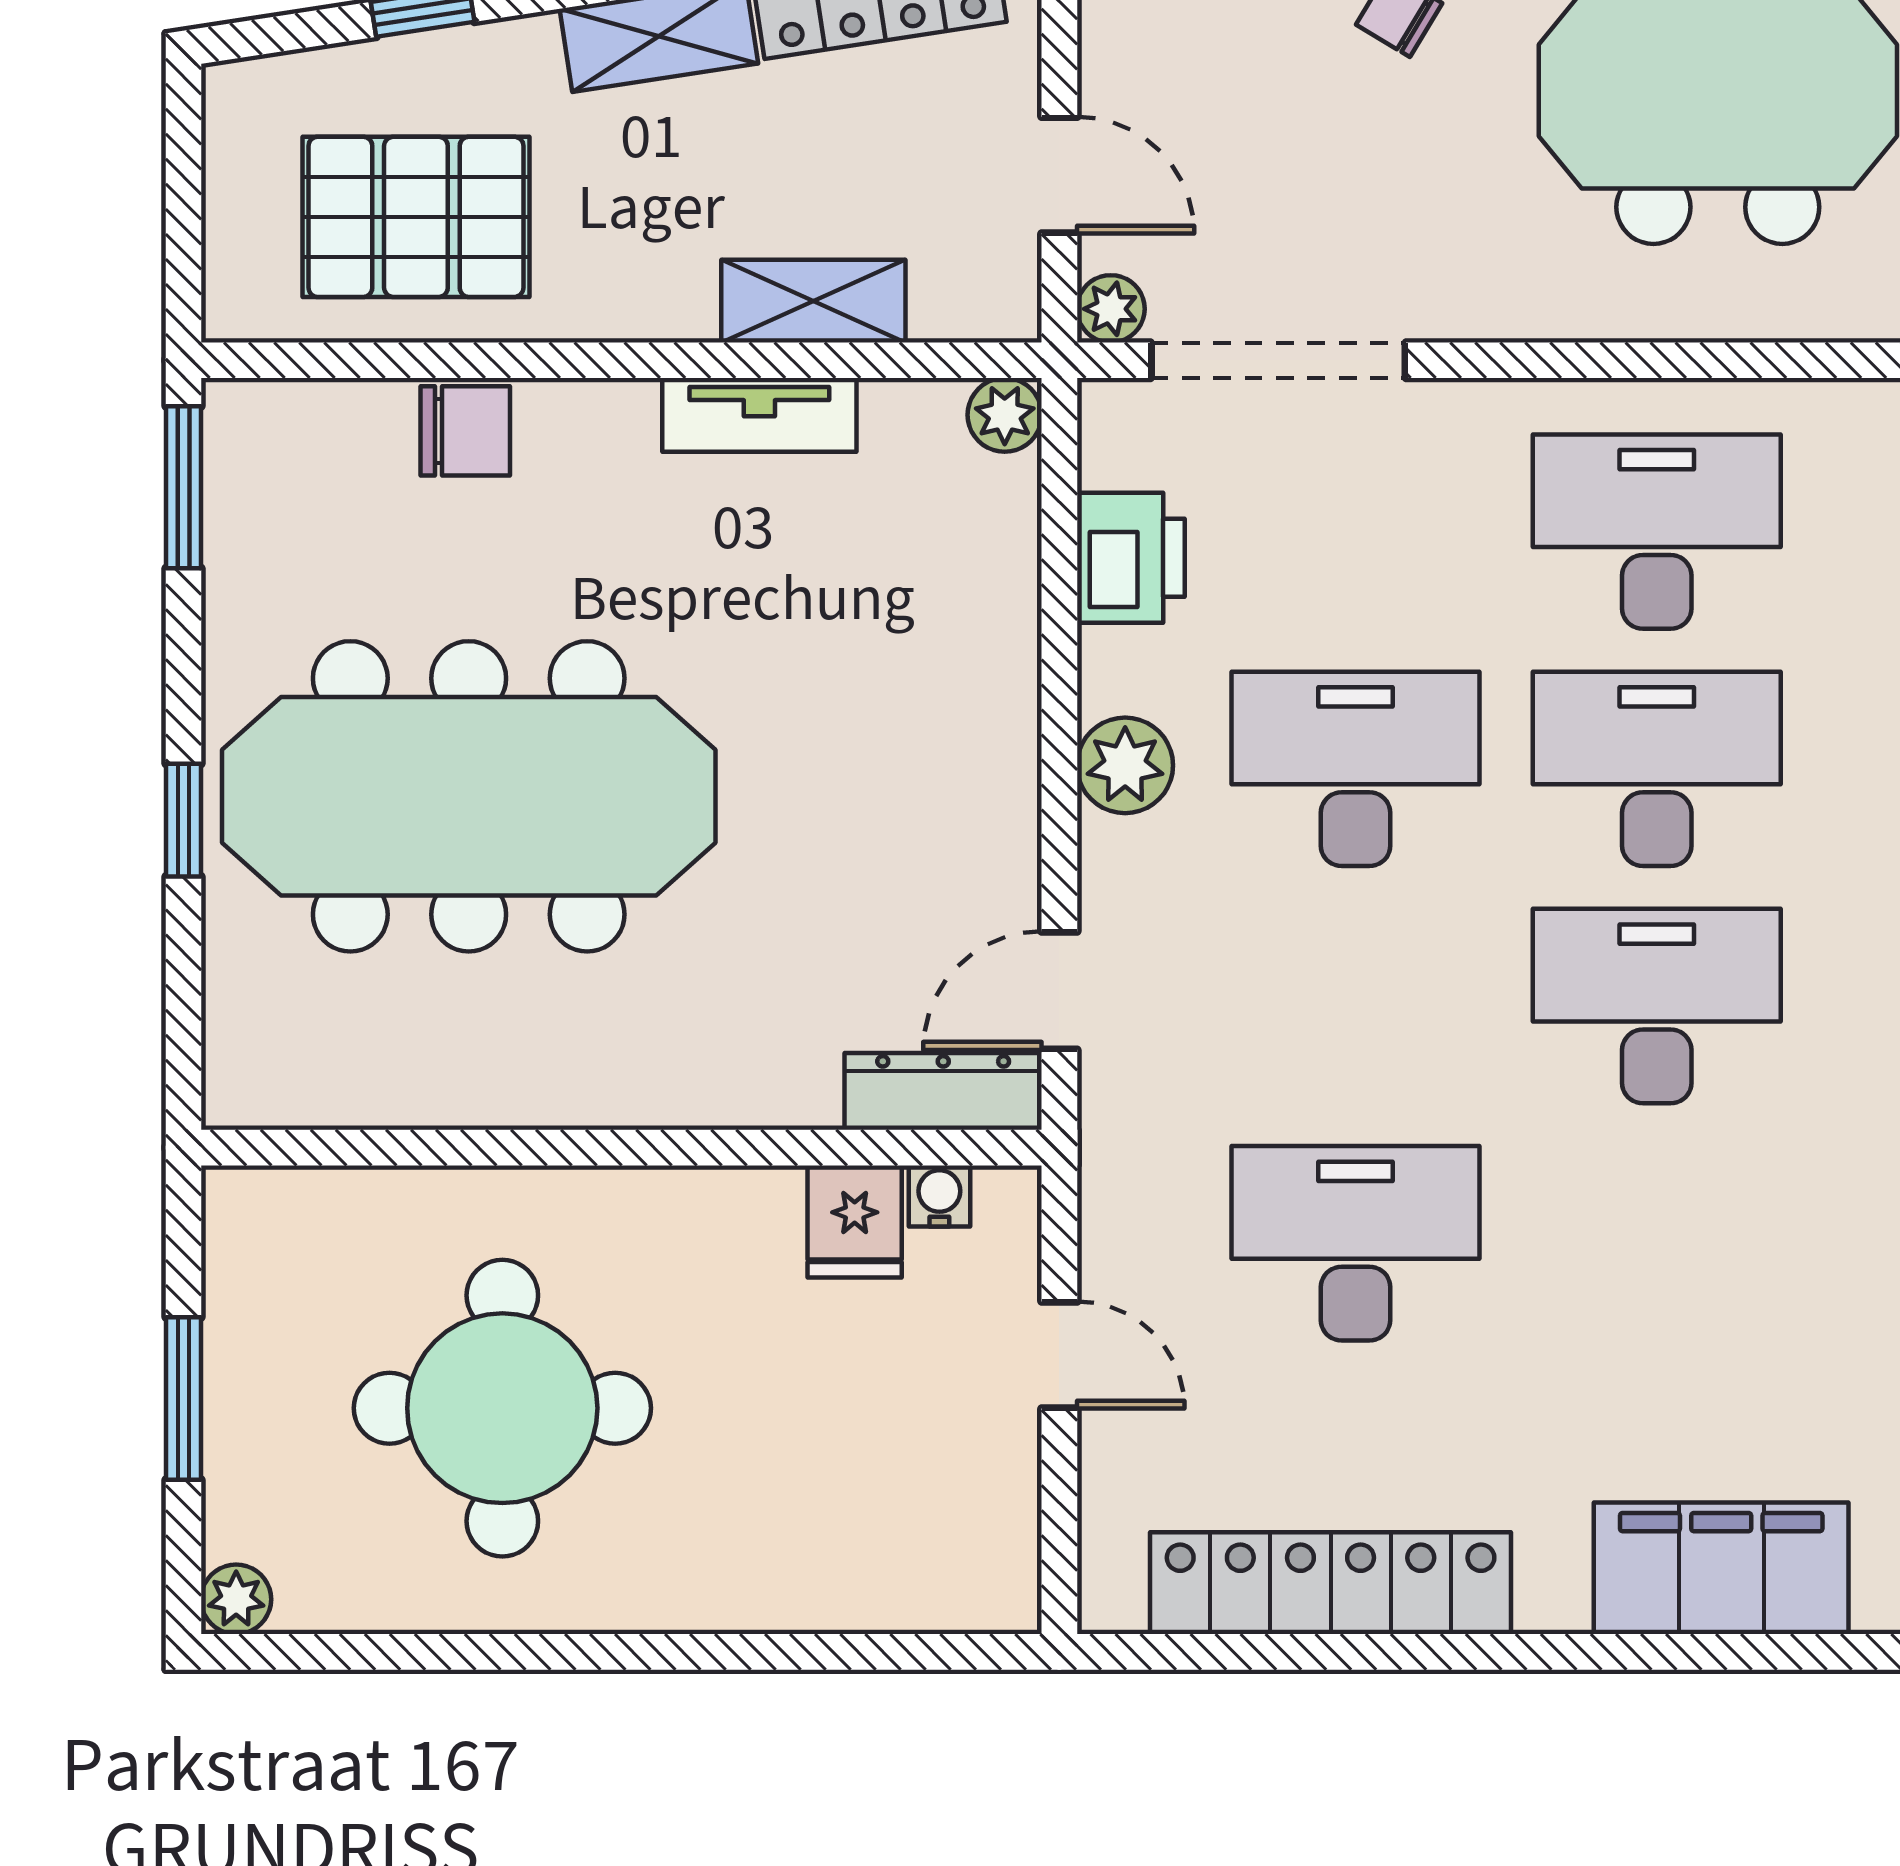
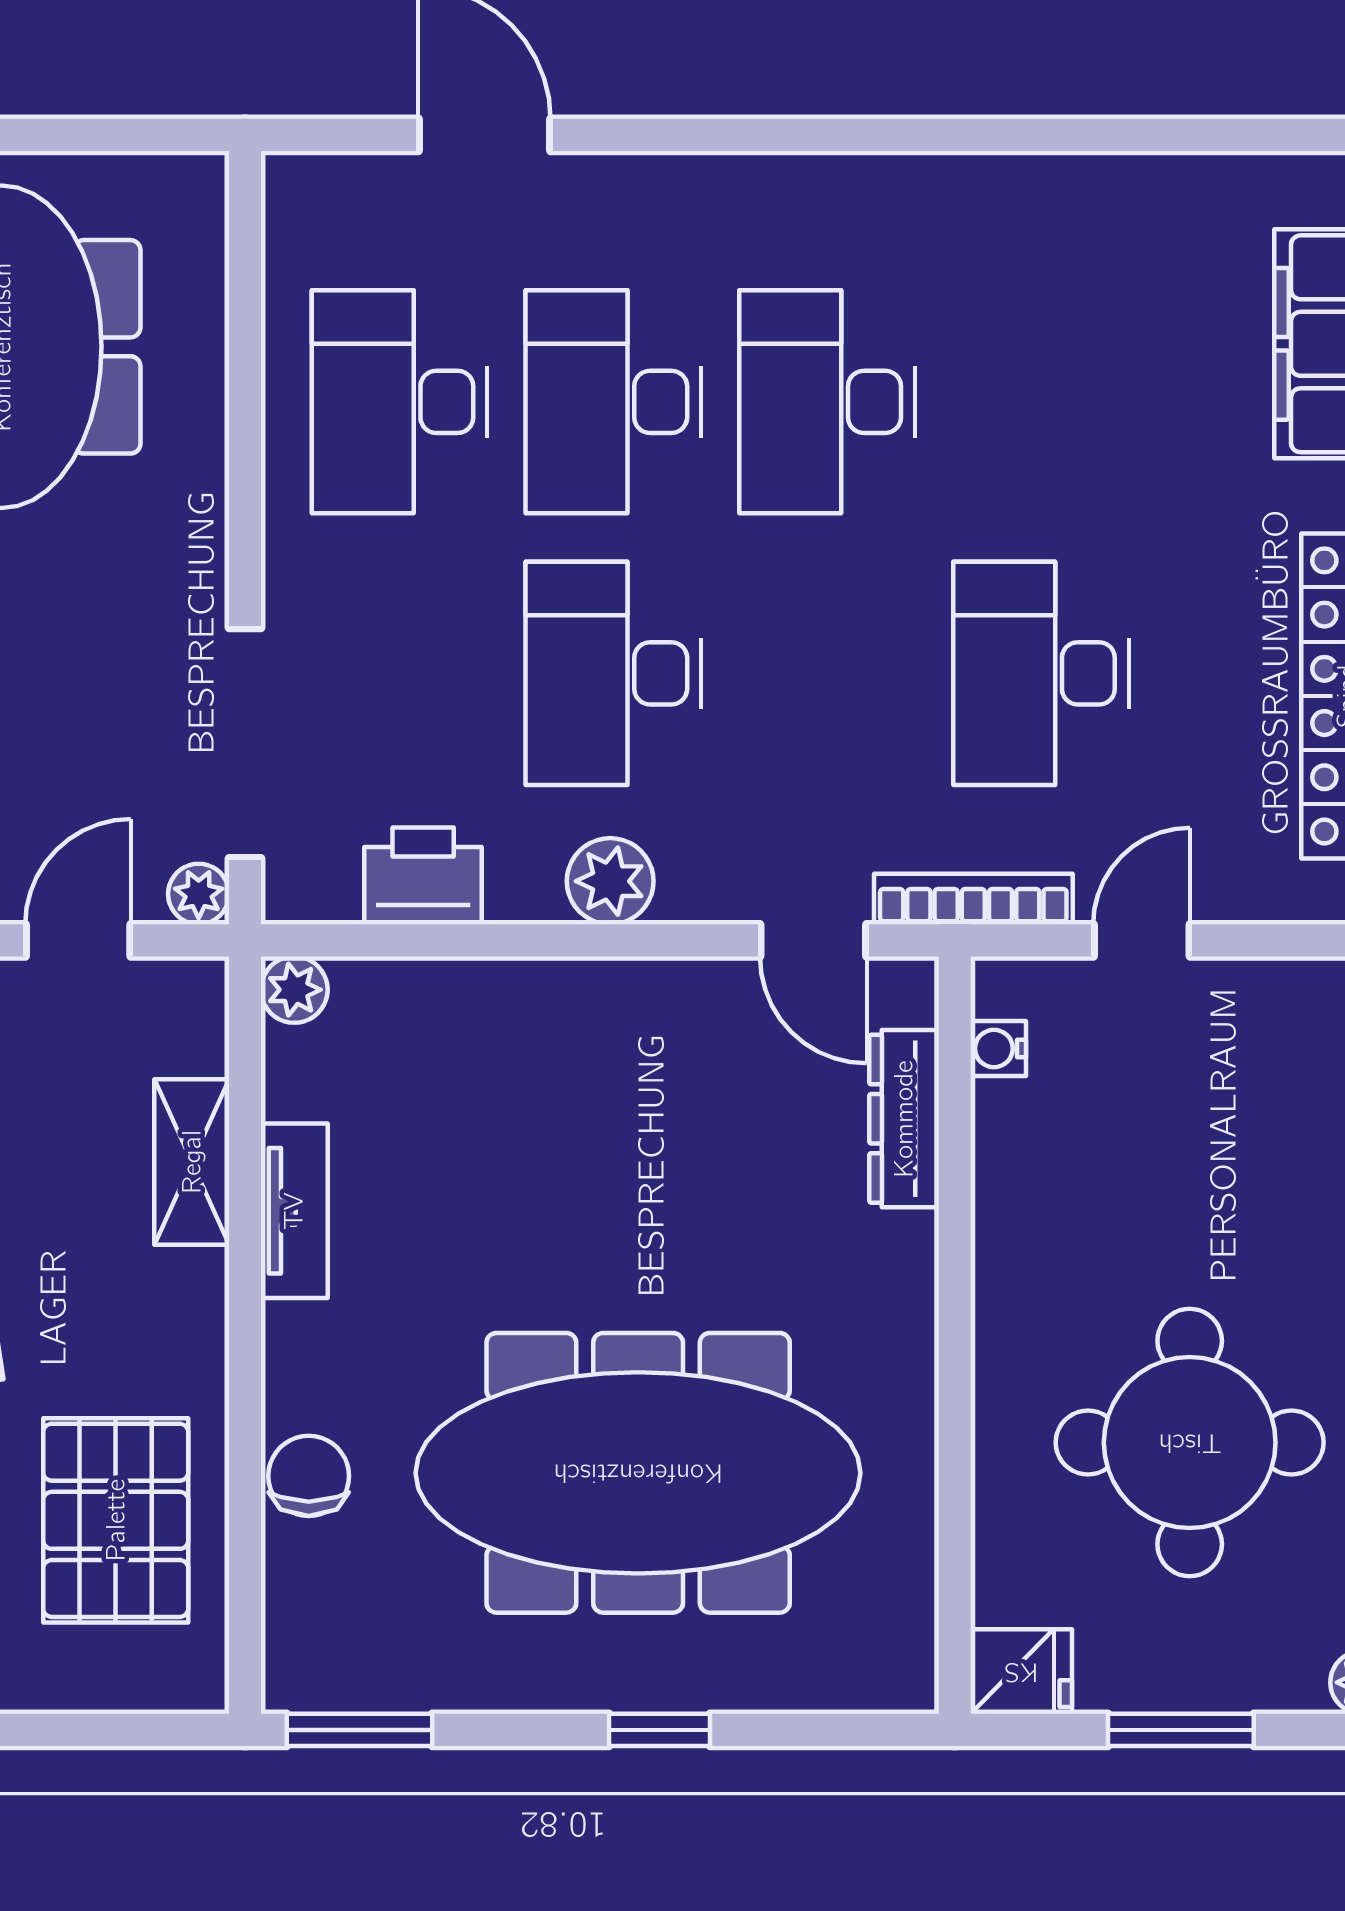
meeting table: (469, 796) -> (638, 1473), turned 90
dresser: (943, 1091) -> (904, 1119), moved
bookcase: (1105, 1168) -> (973, 899), added
fridge: (855, 1221) -> (1021, 1672), moved

